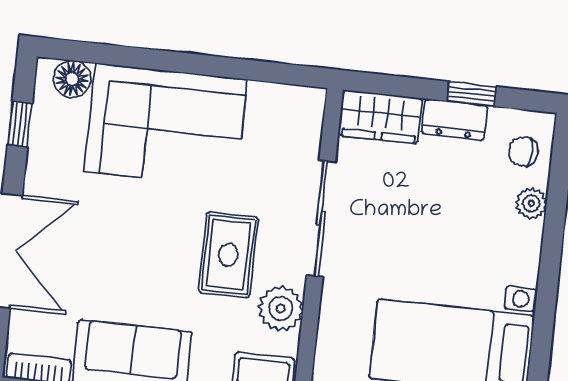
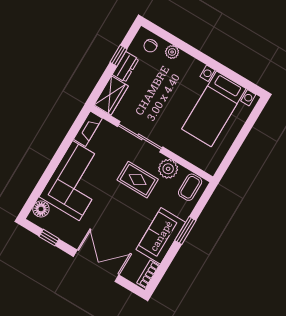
fireplace: (287, 100) -> (88, 129), added

